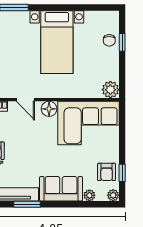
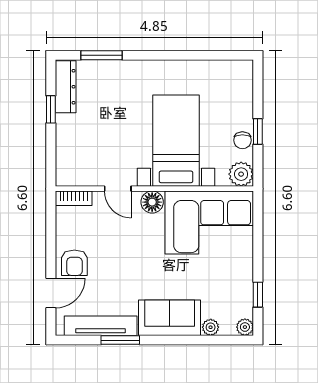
chair: (109, 40) -> (242, 140), moved
bed with nightstands: (57, 42) -> (176, 141), moved, turned 180
window: (122, 42) -> (258, 132), moved
armchair: (107, 172) -> (235, 293), removed

